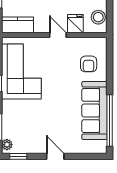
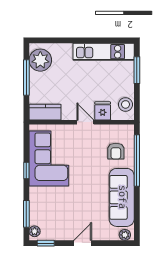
window: (110, 121) -> (137, 160), moved
plant: (98, 148) -> (125, 235), added
door: (55, 156) -> (83, 243), hinge flipped

